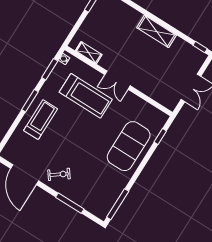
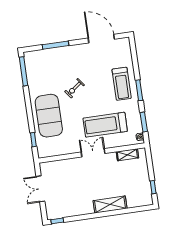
shelving: (157, 31) -> (110, 205), moved
exercise bike: (59, 174) -> (75, 88), moved

